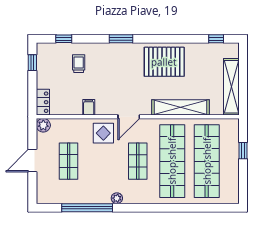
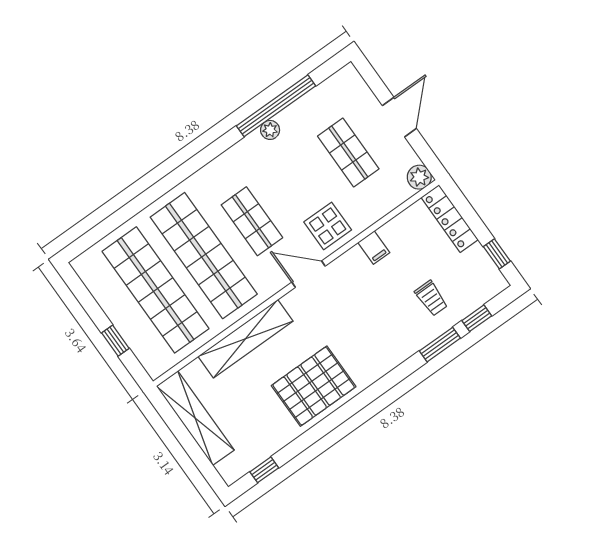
window: (121, 39) -> (440, 345), moved
locker: (43, 102) -> (450, 218), width x1.53
door: (129, 117) -> (309, 274), hinge flipped
plant: (117, 198) -> (270, 130), moved

